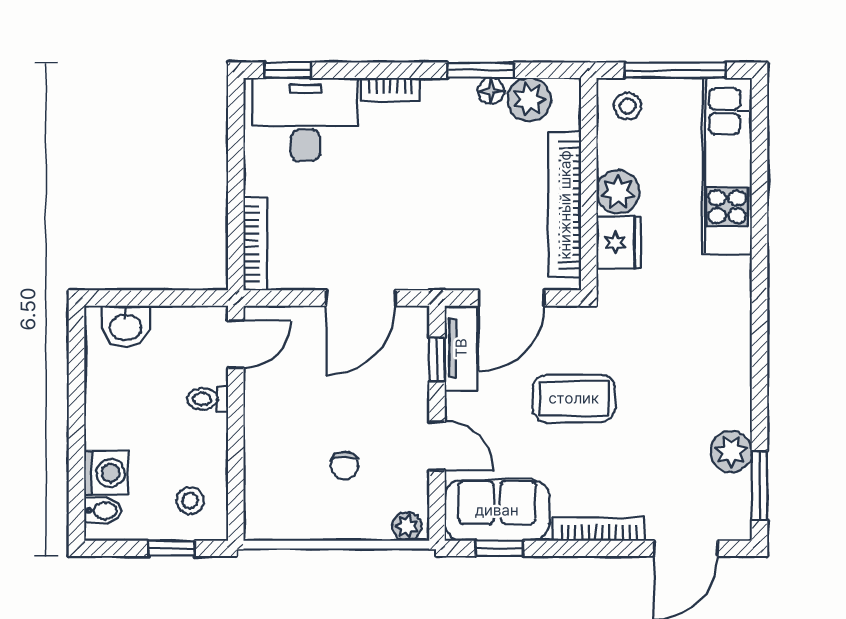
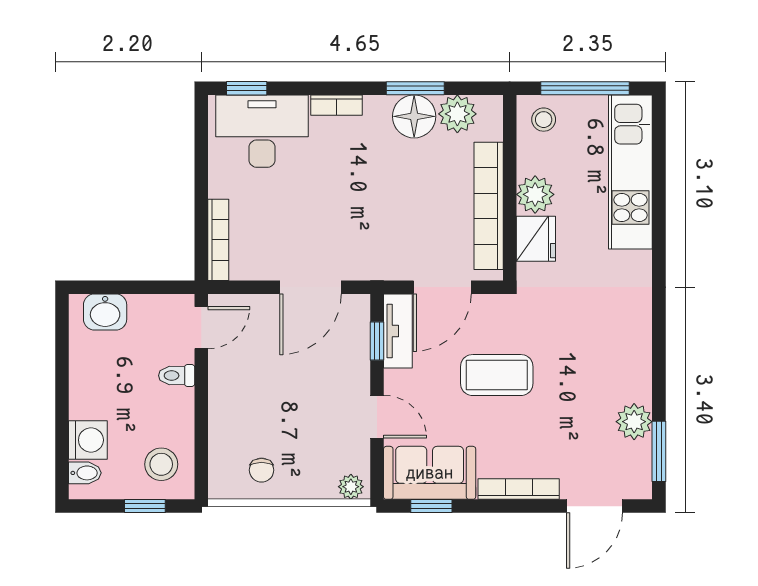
floor lamp: (491, 91) -> (414, 116), width x1.89, depth x1.89
chair: (345, 466) -> (262, 470), moved
stool: (190, 501) -> (161, 464), width x1.37, depth x1.37

